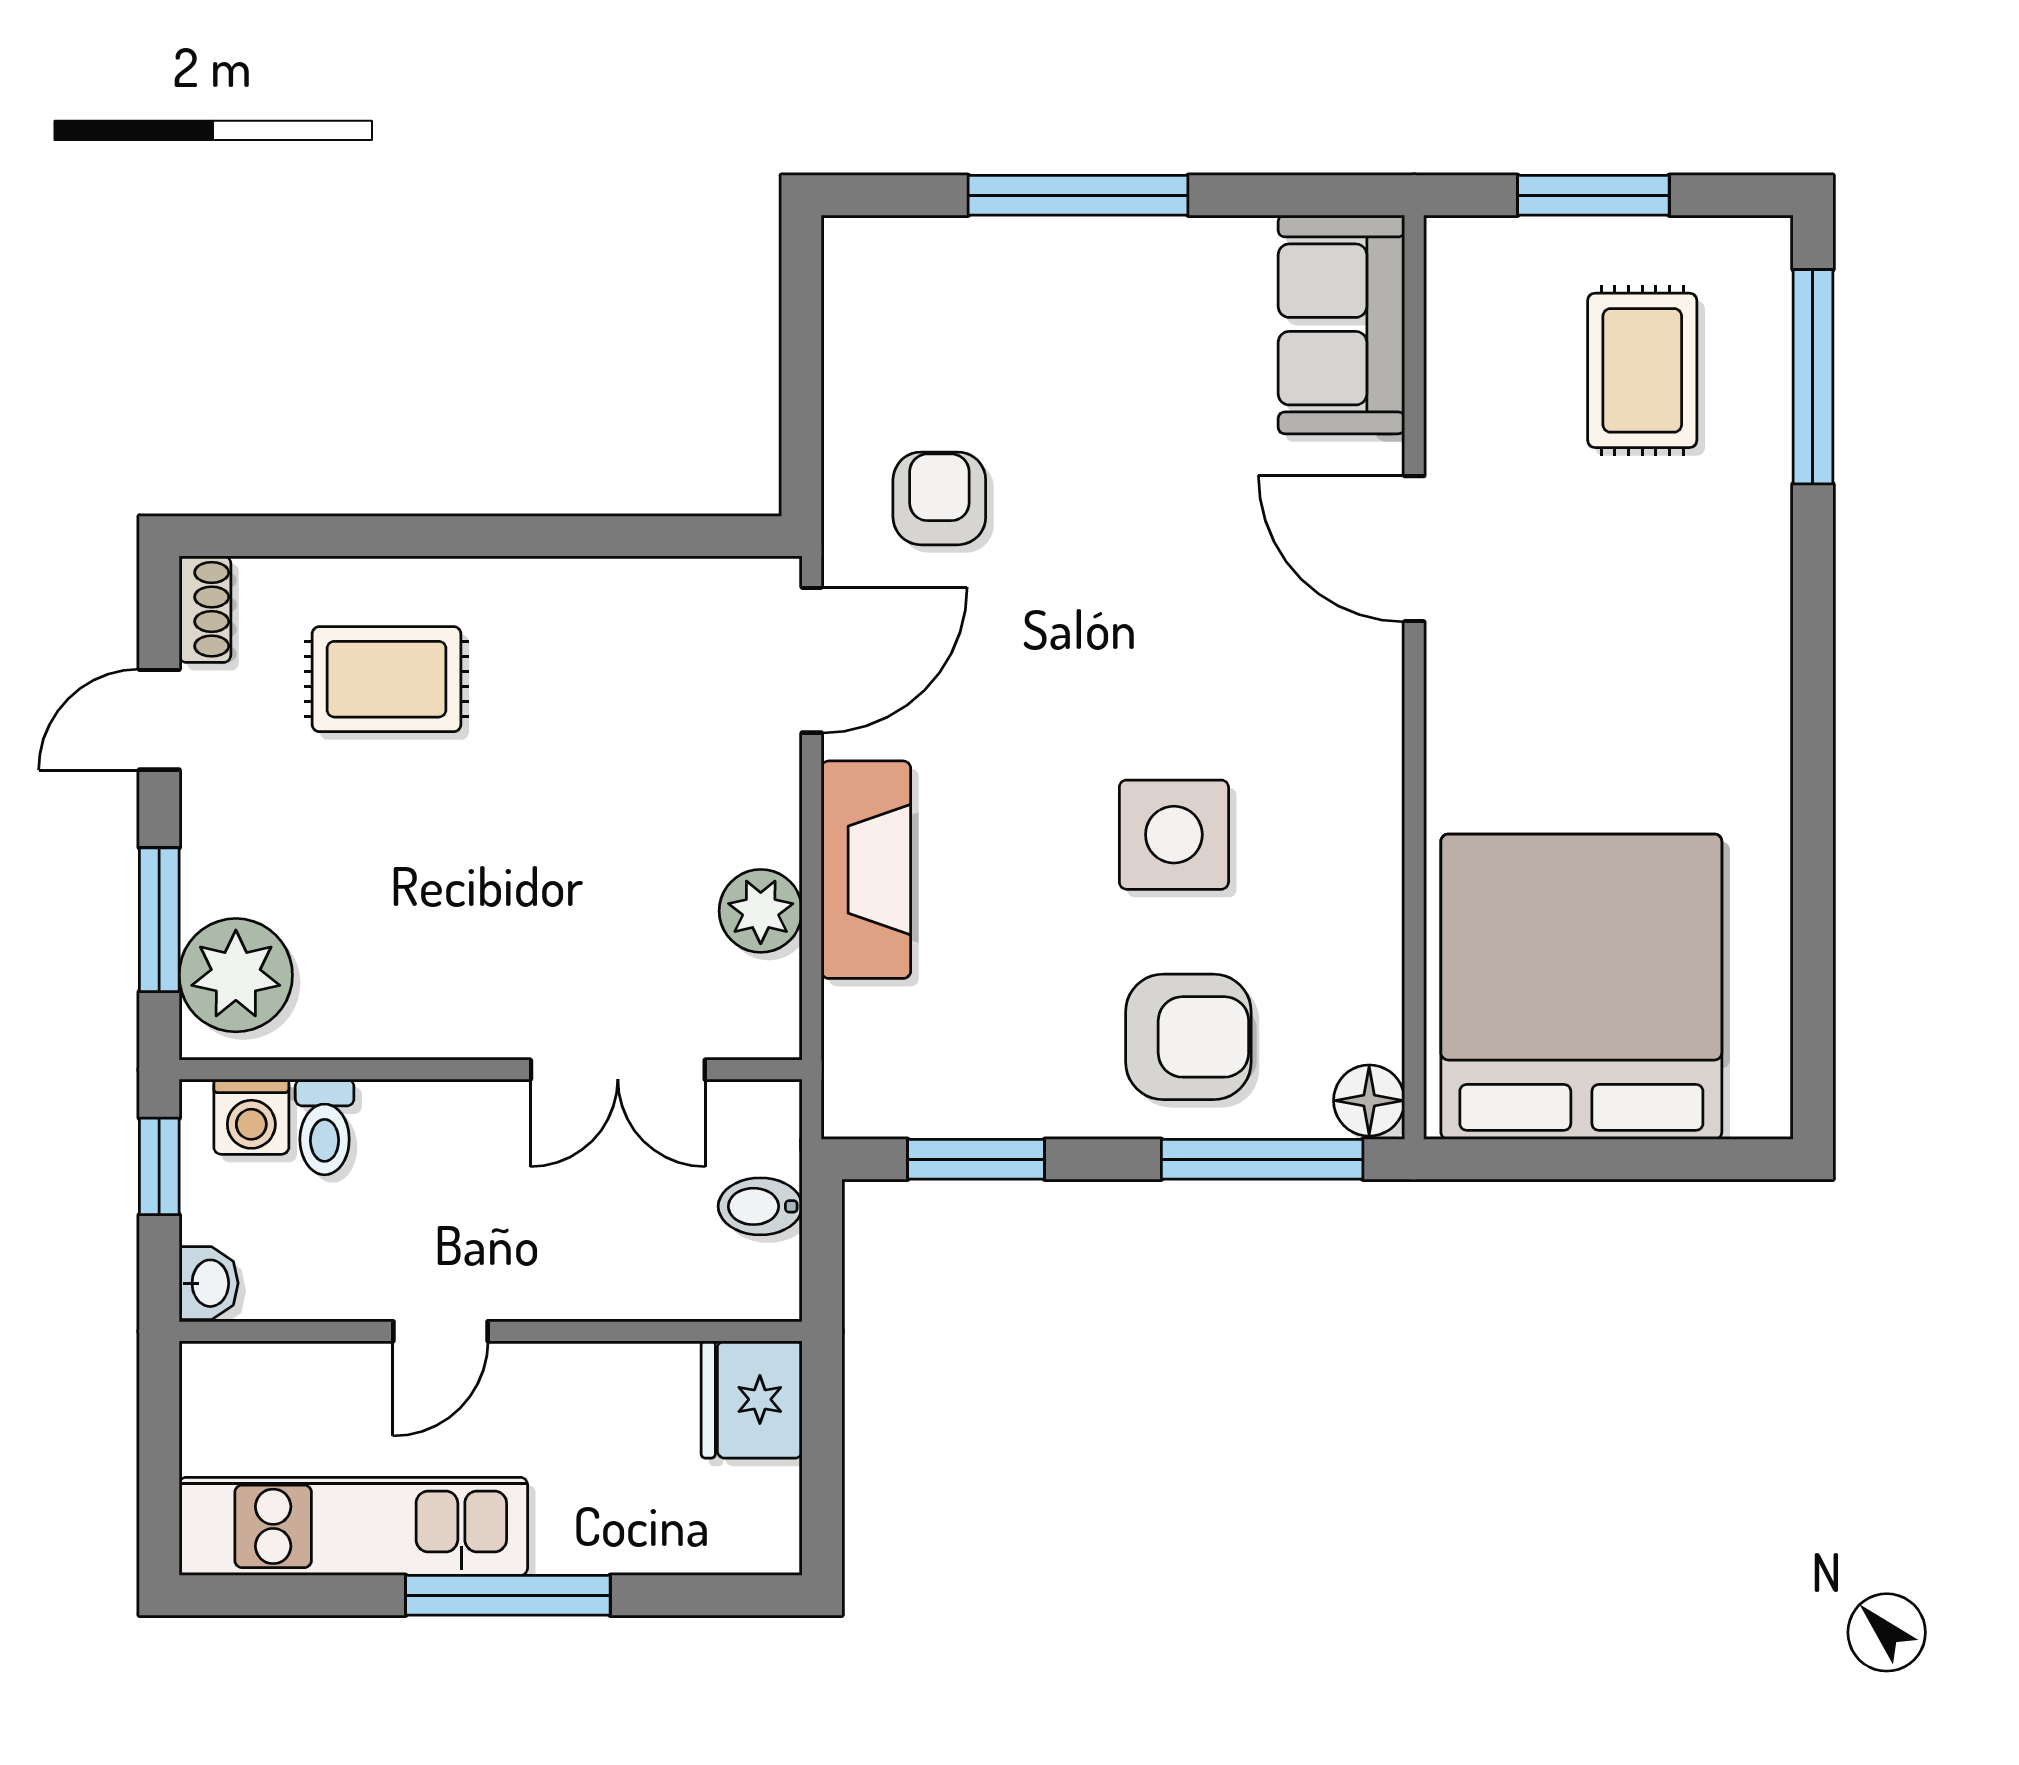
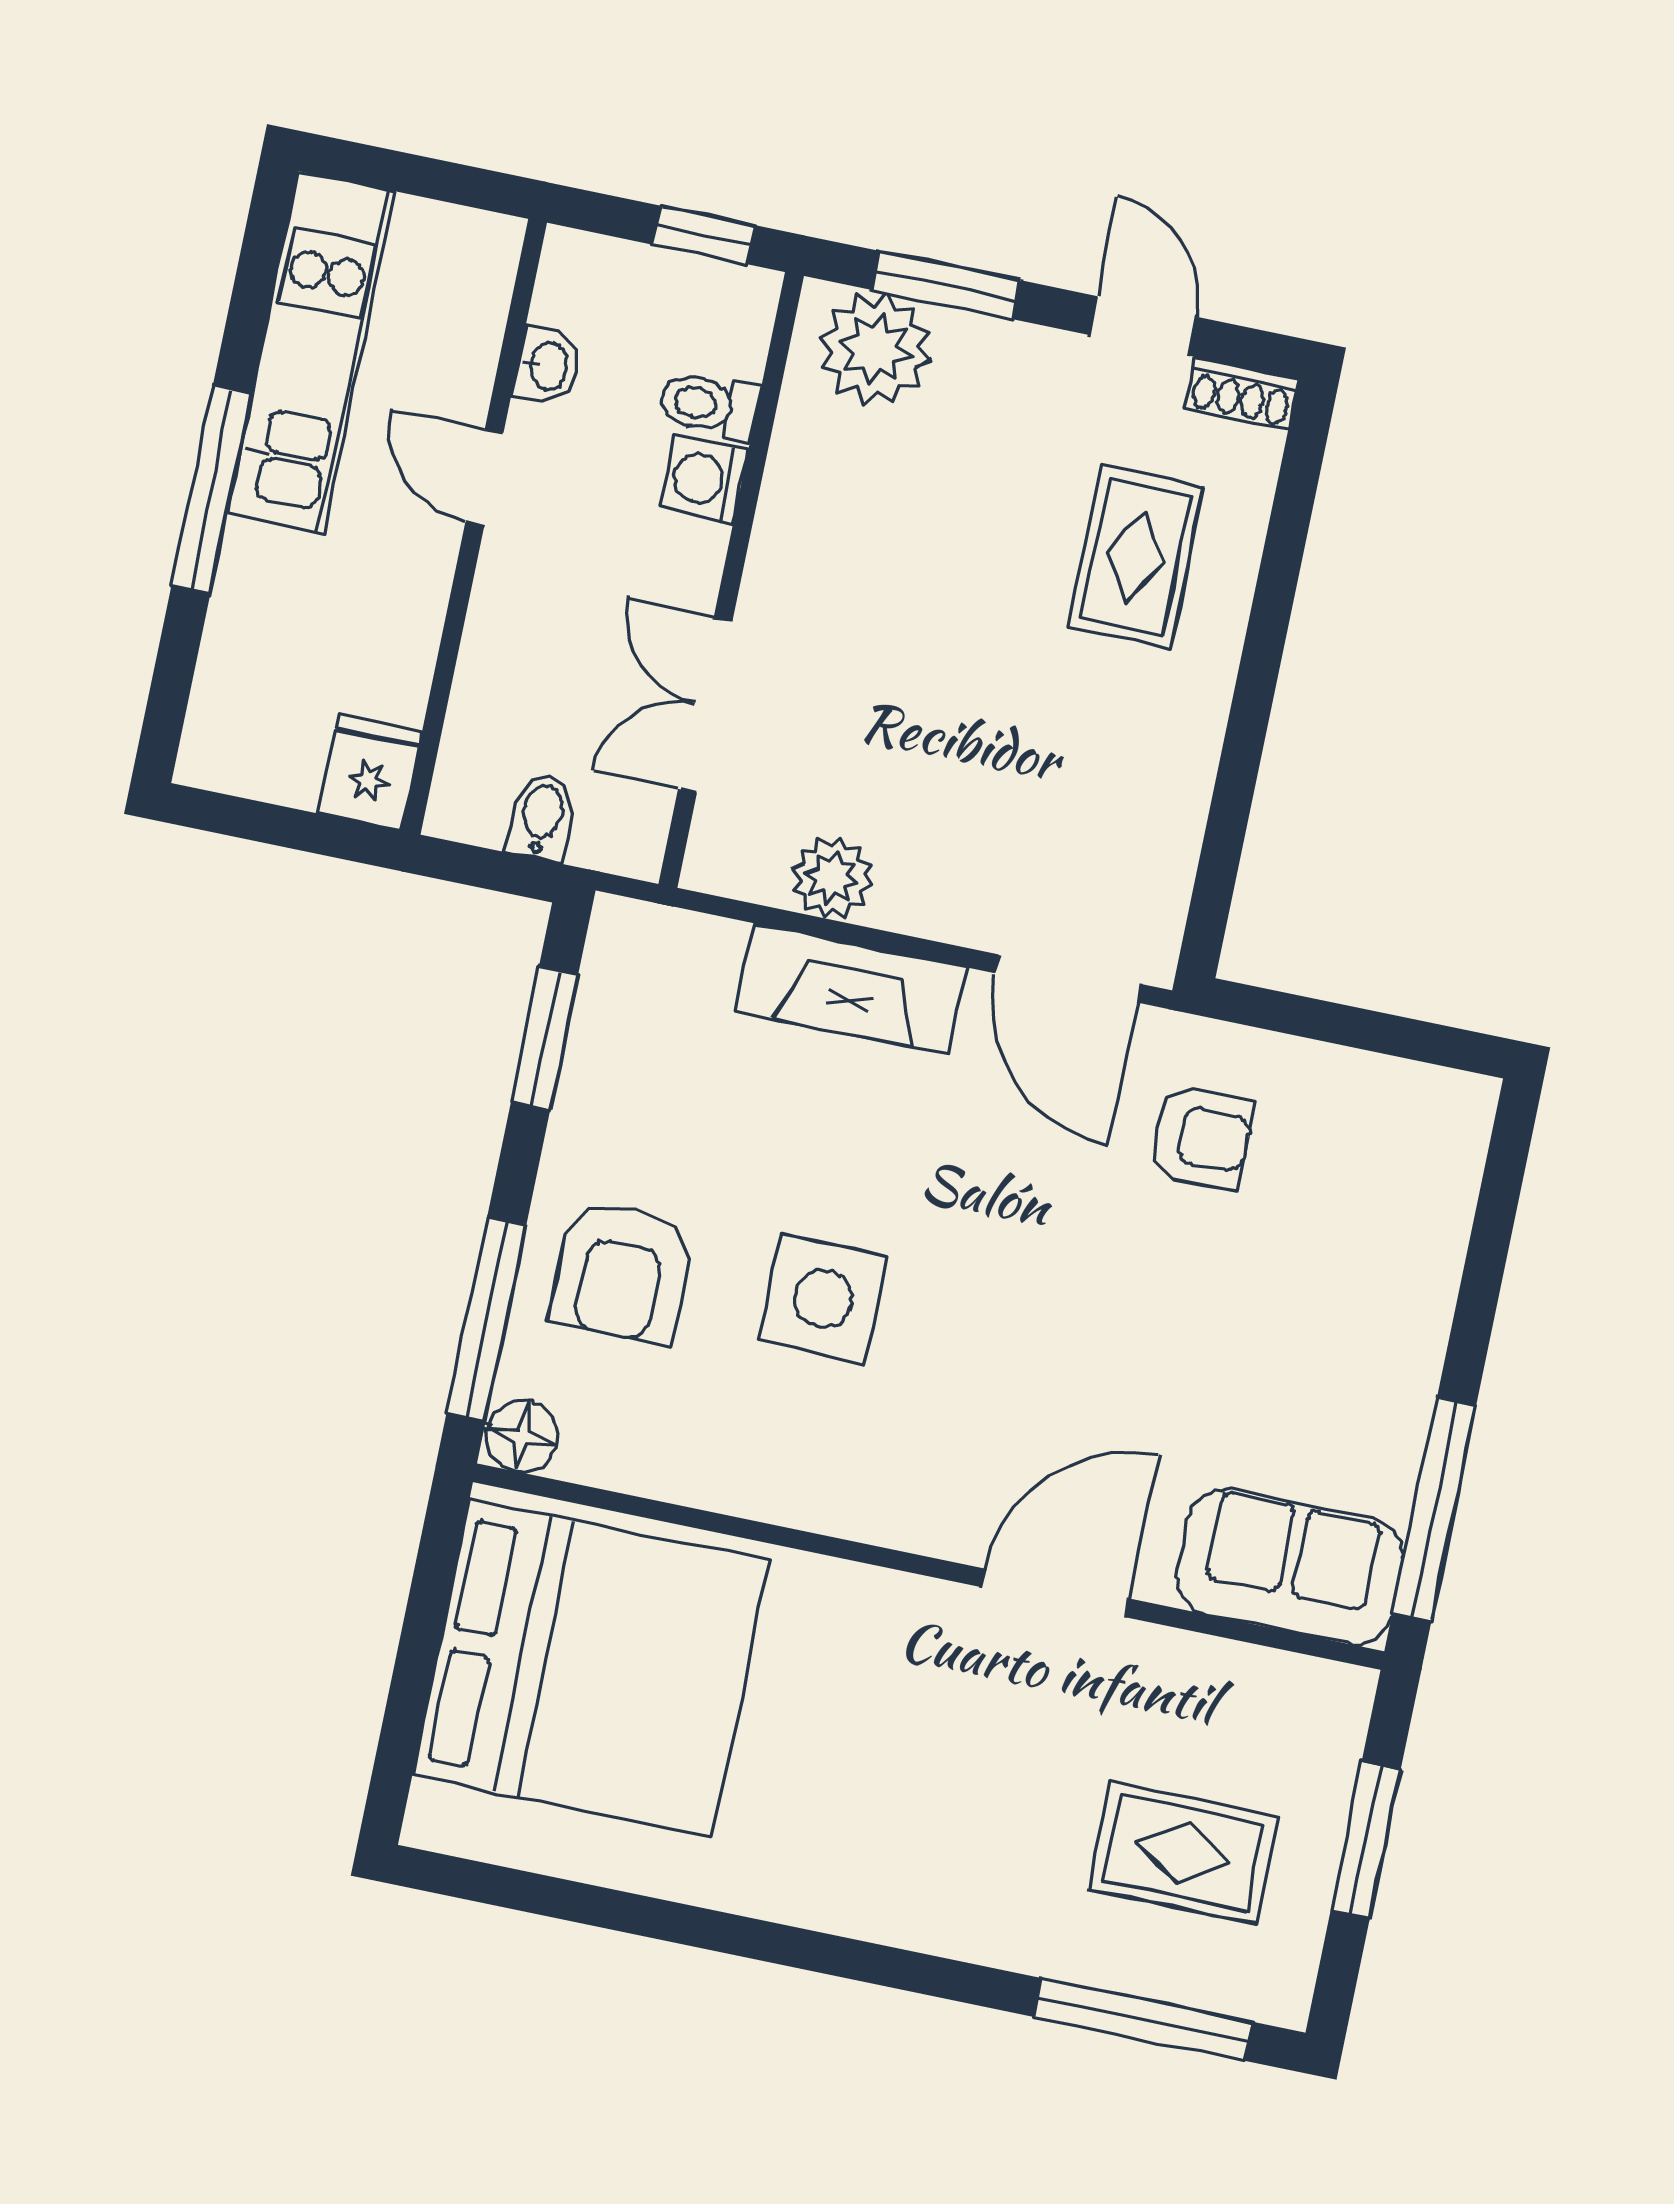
window: (1078, 195) -> (1434, 1509), moved
washing machine: (251, 1117) -> (704, 479), moved
washbasin: (209, 1283) -> (548, 366), moved, turned -90
fridge: (752, 1399) -> (370, 773), width x0.72

